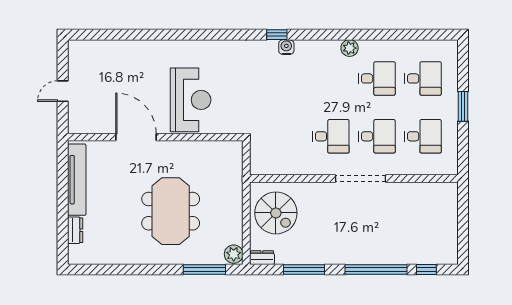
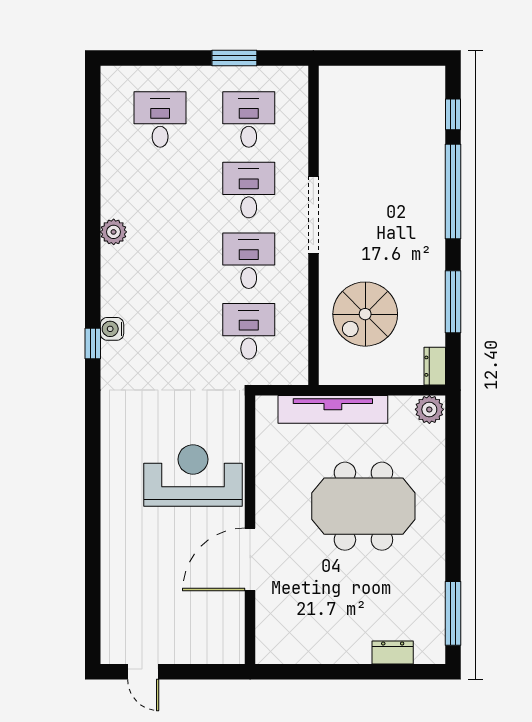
desk: (377, 78) -> (249, 331), moved
door: (63, 91) -> (143, 672), moved
window: (463, 106) -> (234, 58), moved
tv unit: (77, 180) -> (333, 409), moved, turned 180
spiral stairs: (276, 213) -> (365, 314), moved, turned 180
window: (204, 270) -> (453, 613), moved

